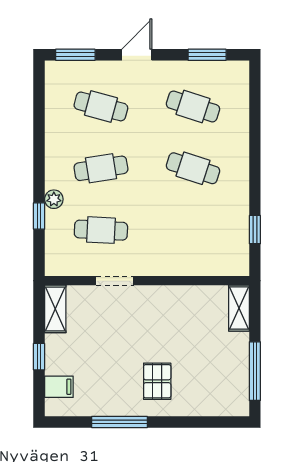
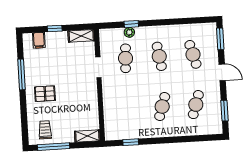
cafe table: (101, 106) -> (193, 54), turned -30
plant: (54, 199) -> (129, 32), moved
trolley: (223, 385) -> (45, 130), added

